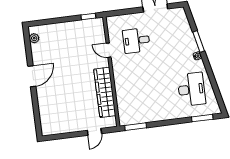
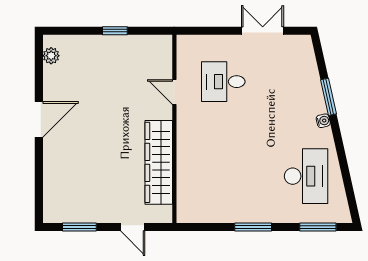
window: (88, 17) -> (115, 31), moved
window: (136, 127) -> (253, 227), moved
door: (94, 132) -> (133, 227), hinge flipped
window: (63, 136) -> (79, 227), added

